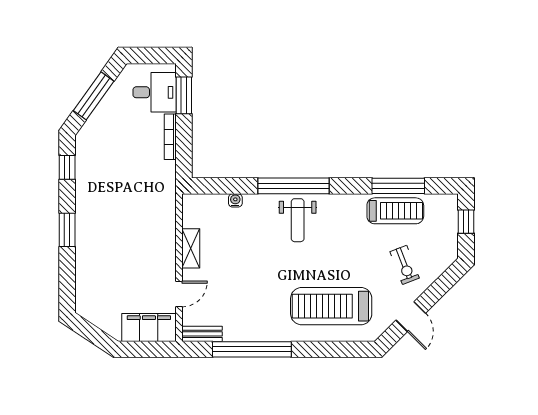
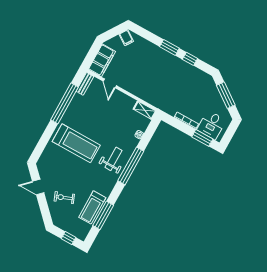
window: (67, 167) -> (190, 59), moved
weight bench: (298, 220) -> (113, 159), turned 90
shelving: (191, 248) -> (145, 110), moved
treadmill: (331, 306) -> (76, 143), moved, turned 90
filing cabinet: (90, 308) -> (126, 38), added

